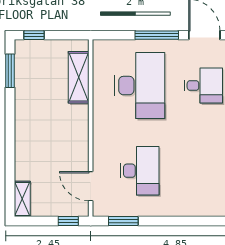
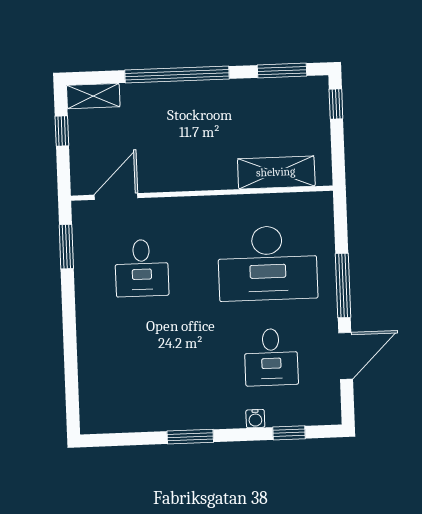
window: (10, 142) -> (177, 75), added
desk: (140, 171) -> (142, 268), width x0.73
window: (68, 221) -> (62, 131), moved

